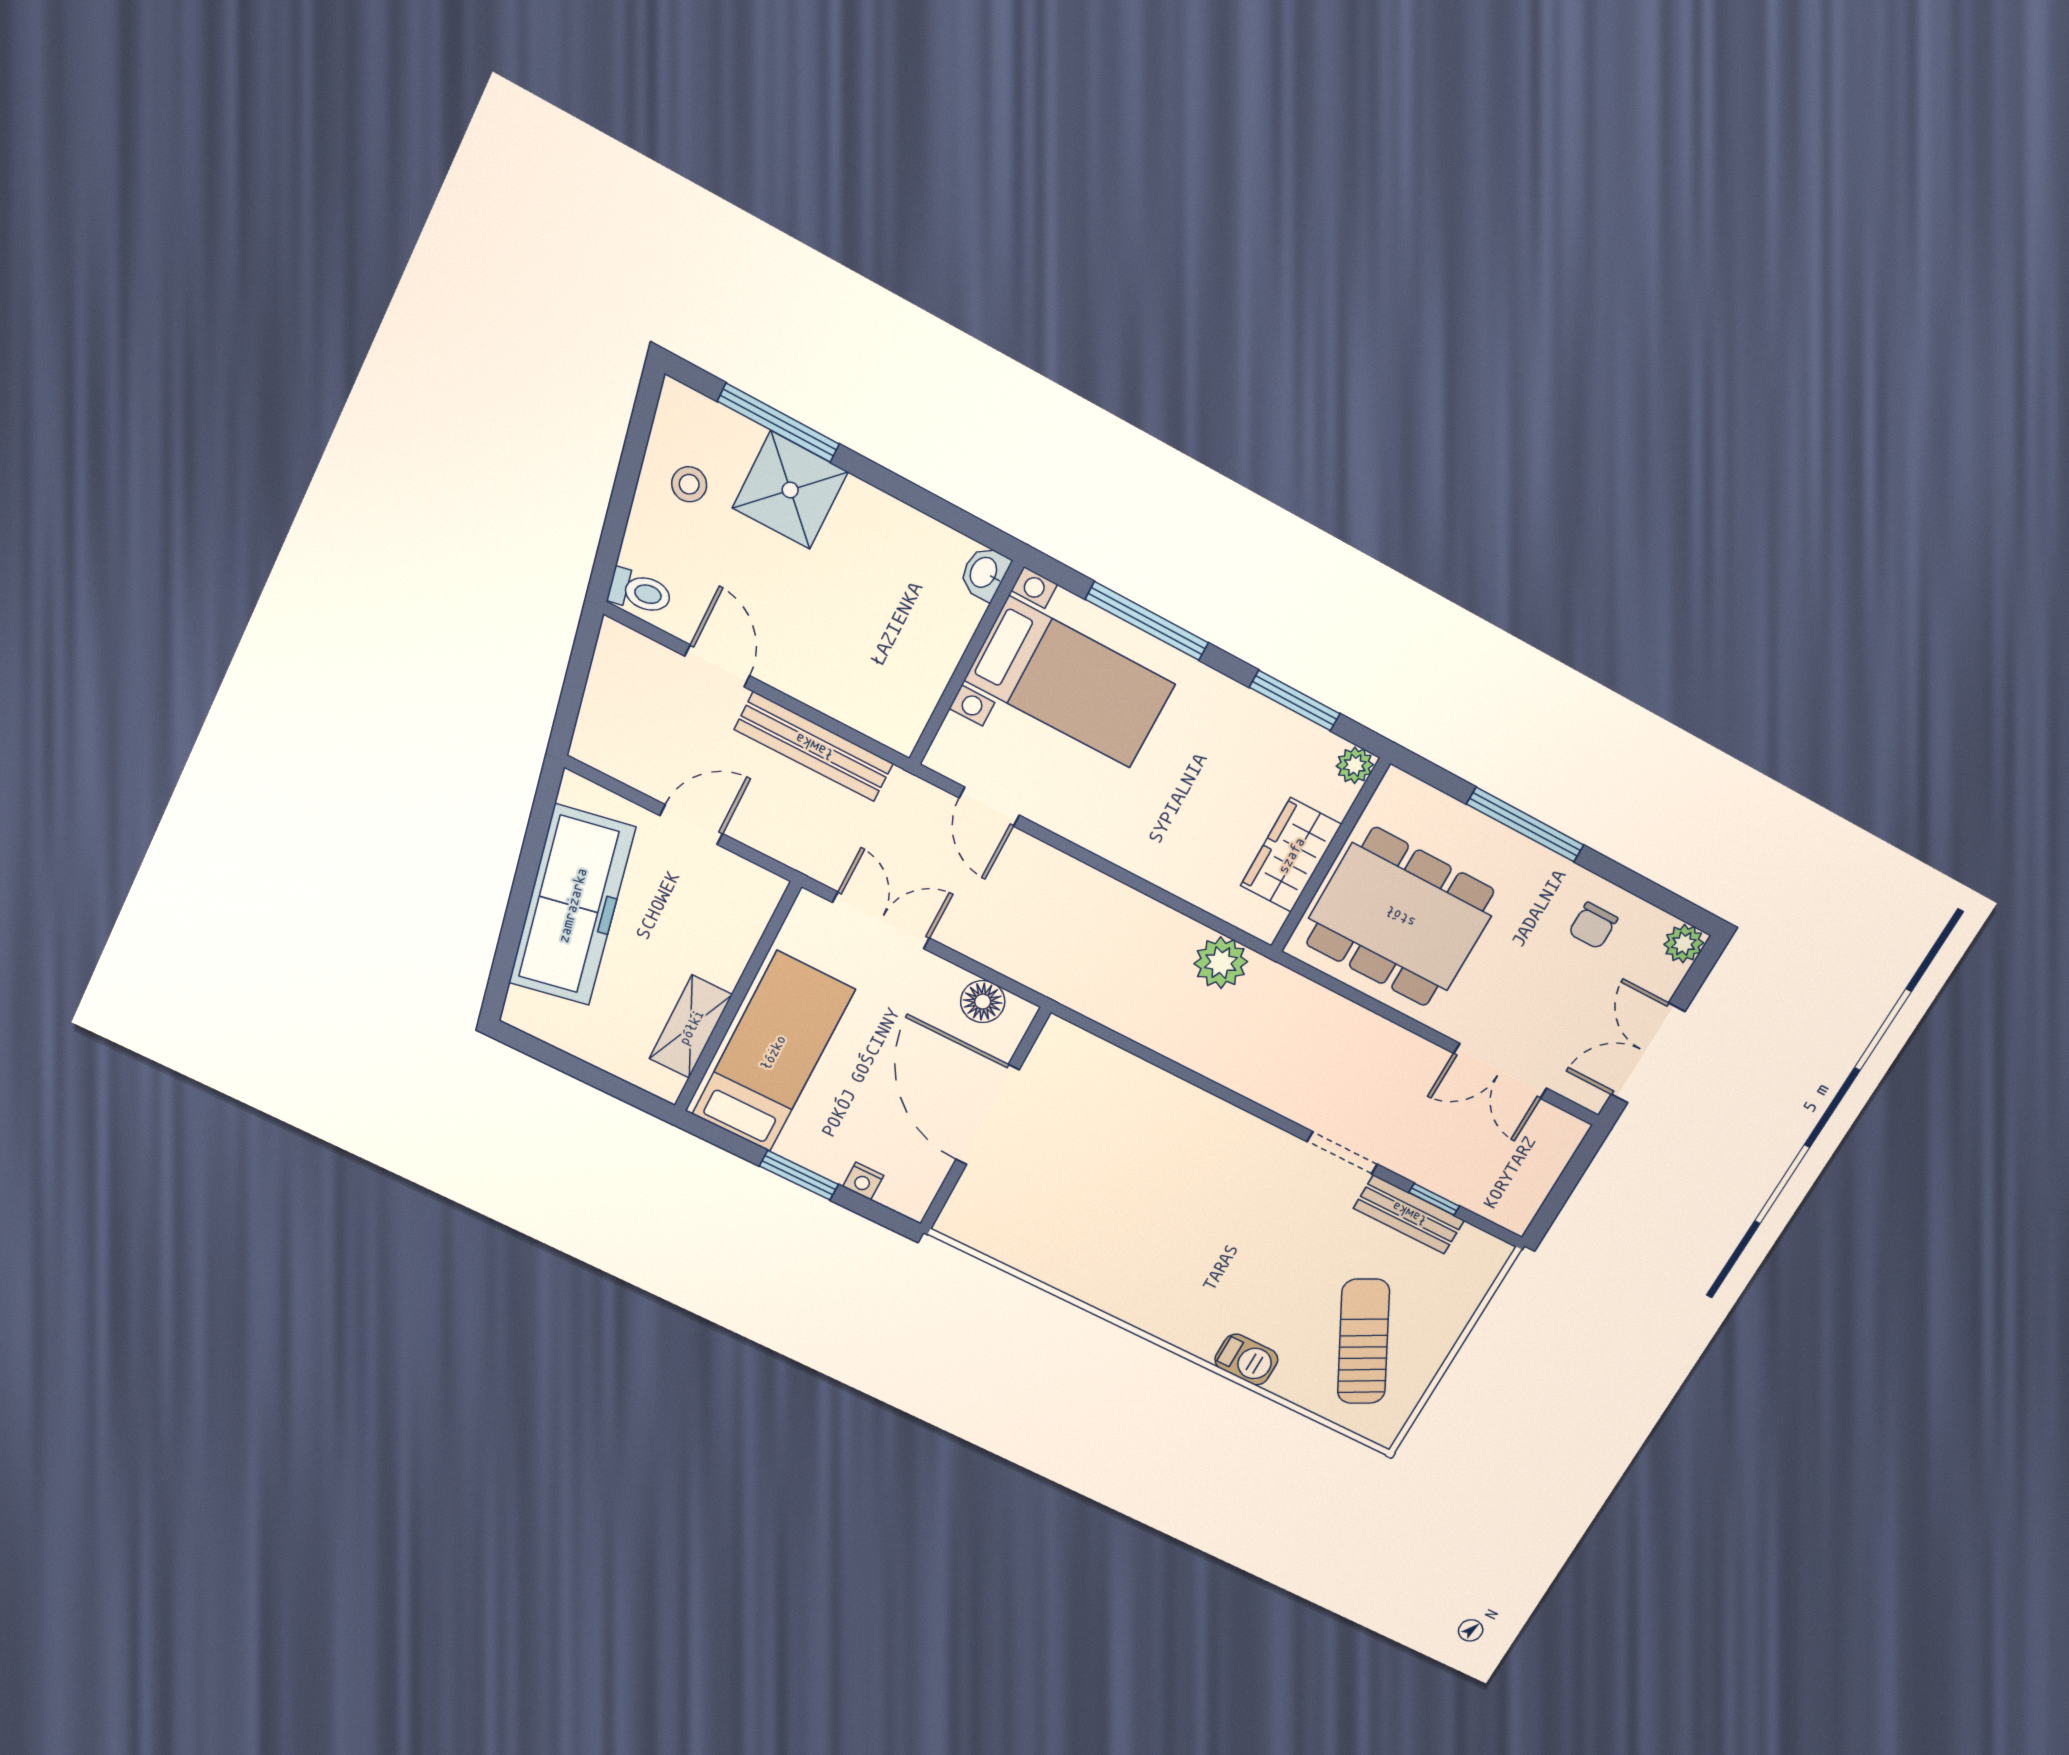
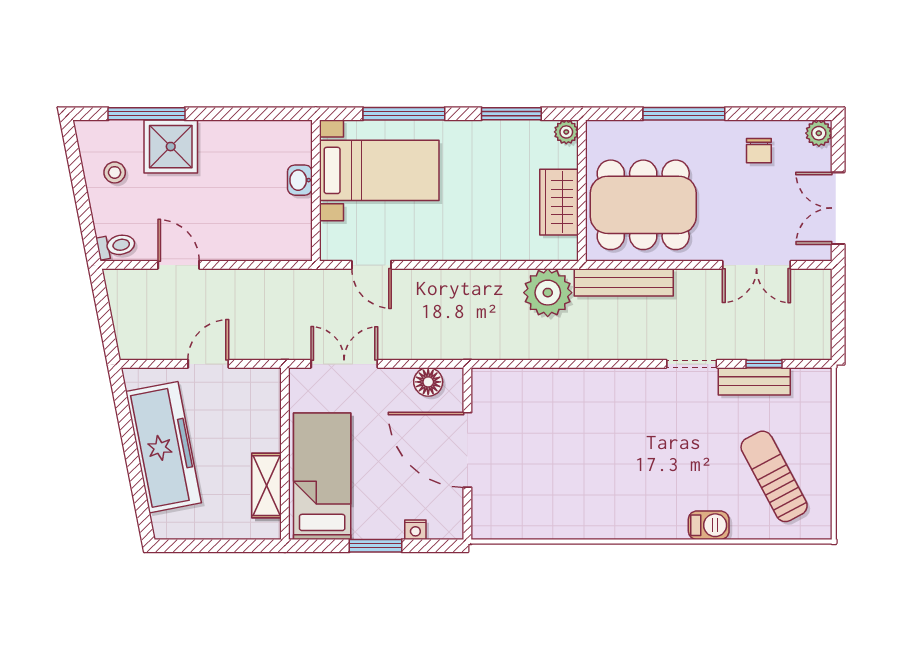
washbasin: (984, 573) -> (300, 180), moved
bench: (814, 747) -> (624, 282), moved
plant: (1221, 963) -> (548, 293), width x1.36, depth x1.36

